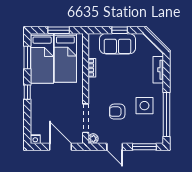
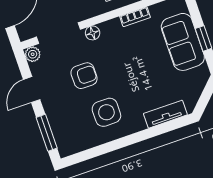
floor lamp: (93, 97) -> (93, 33), added
armchair: (117, 112) -> (84, 76), turned 90
window: (166, 115) -> (105, 149), removed

